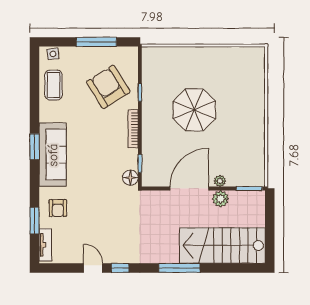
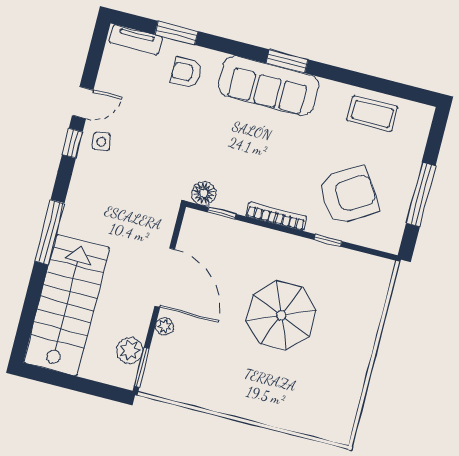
side table: (53, 54) -> (101, 142), moved
plant: (221, 199) -> (130, 350), moved

